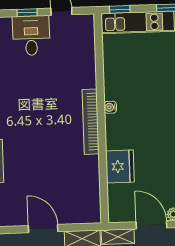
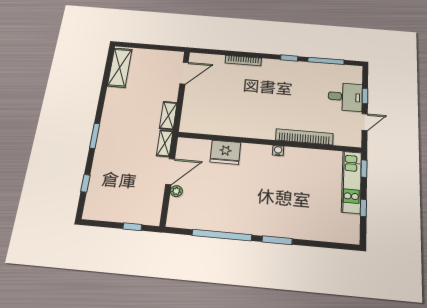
bookcase: (91, 122) -> (304, 137), moved
door: (43, 229) -> (184, 73), moved

